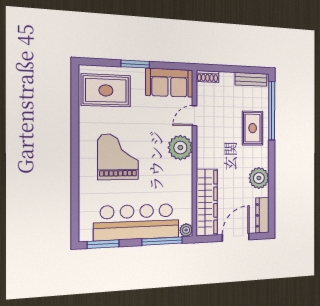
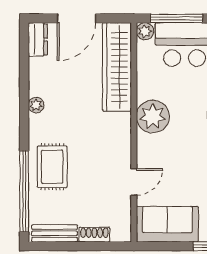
shoe rack: (207, 76) -> (94, 235), moved
plant: (180, 148) -> (153, 116), moved
plant: (259, 178) -> (36, 105), width x0.53, depth x0.53
dresser: (262, 215) -> (38, 39), width x0.70

